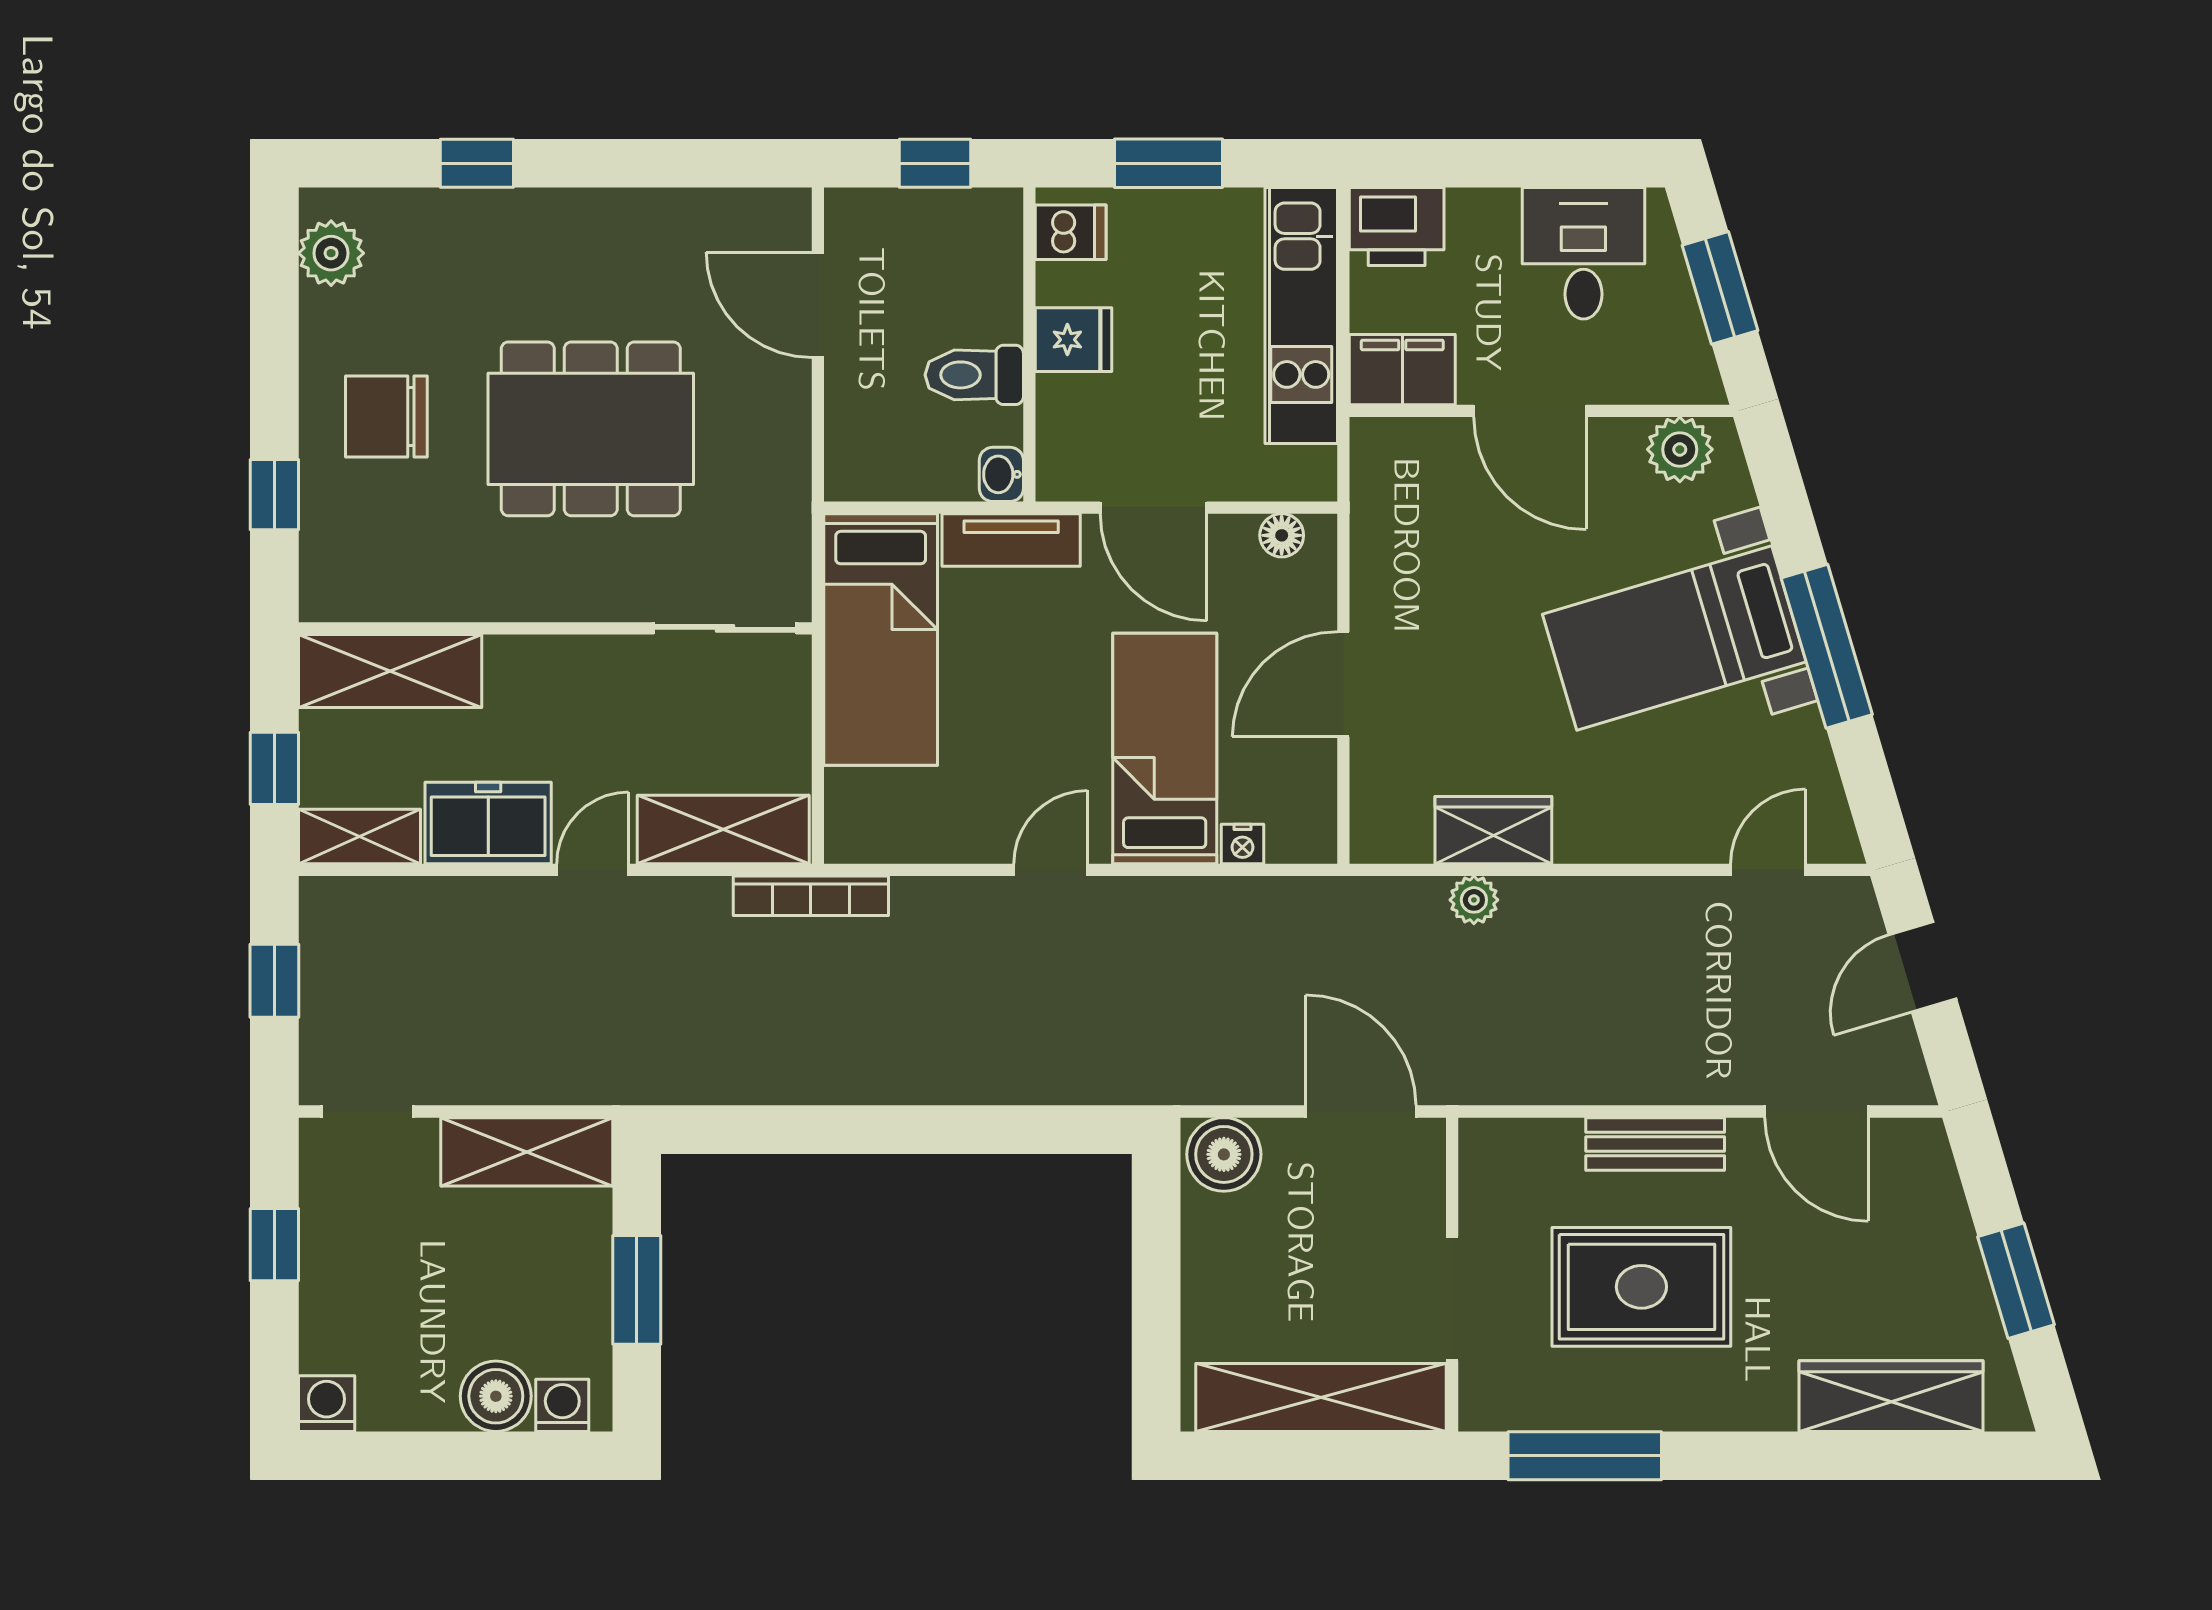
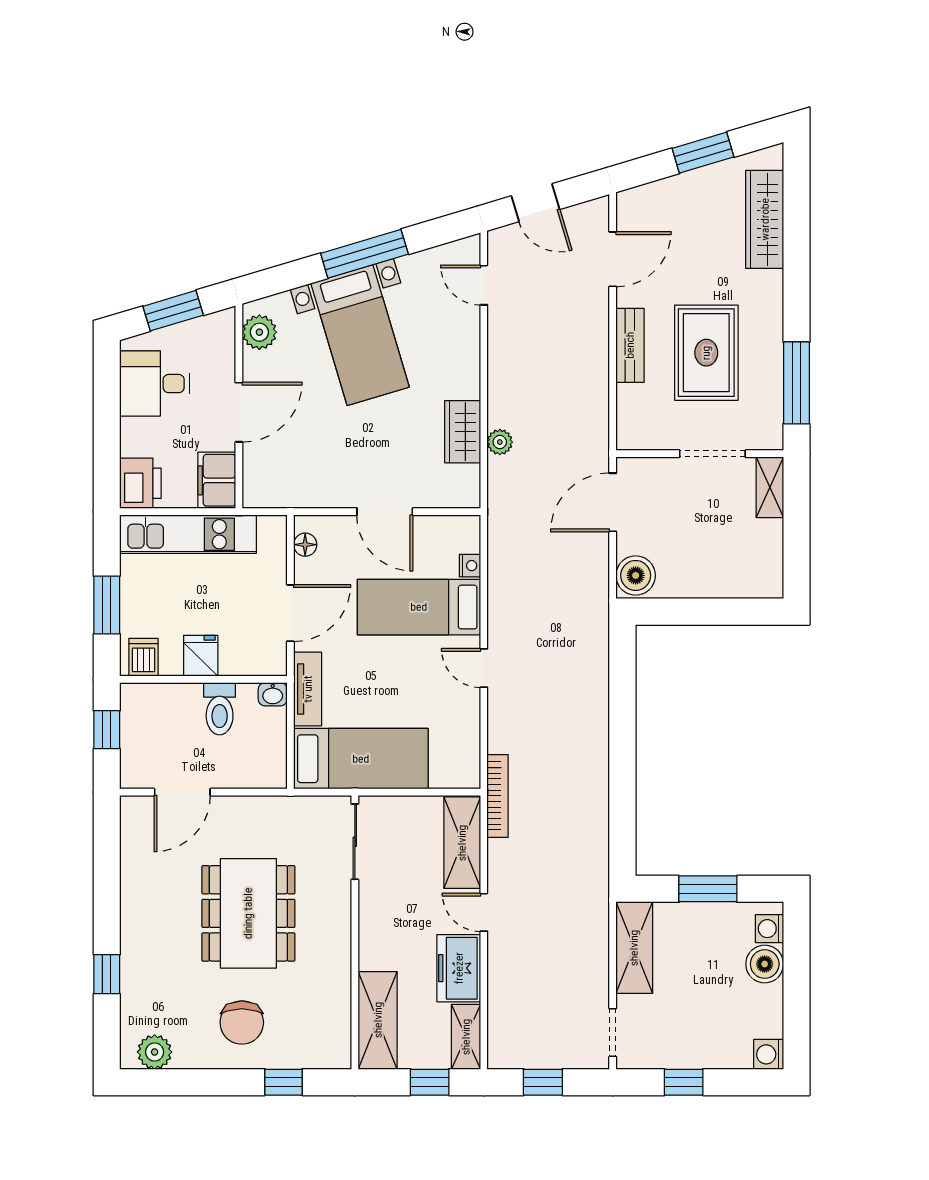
shelving: (1321, 1397) -> (770, 487), width x0.45, depth x0.75

